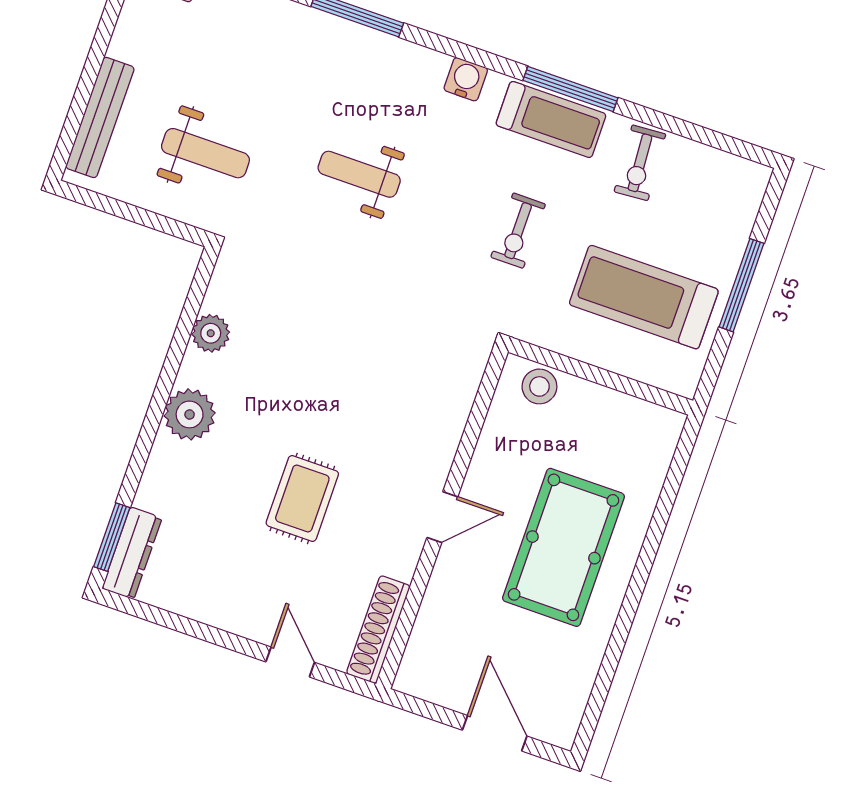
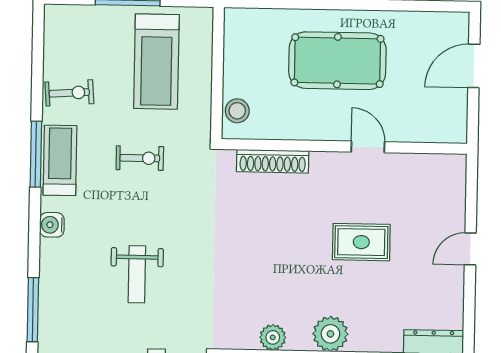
door: (442, 517) -> (368, 147), moved
shoe rack: (378, 630) -> (273, 161), moved
door: (290, 662) -> (470, 249), moved

